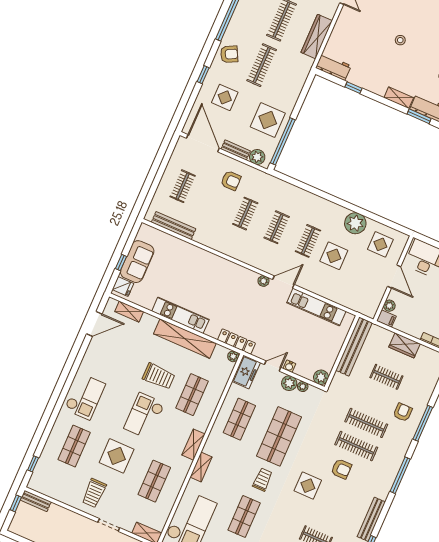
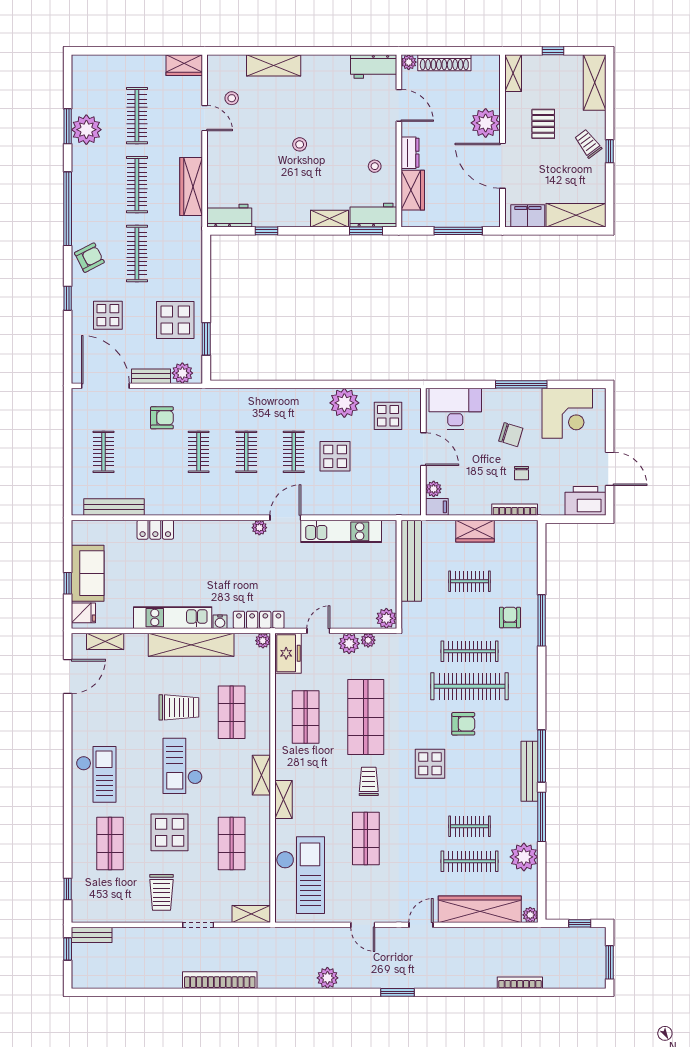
window: (283, 141) -> (206, 339), width x0.47
locker: (194, 252) -> (155, 530), added
water cooler: (289, 366) -> (220, 622), moved
clothes rail: (356, 446) -> (470, 686), width x1.37, depth x1.31
window: (400, 475) -> (542, 756), moved

